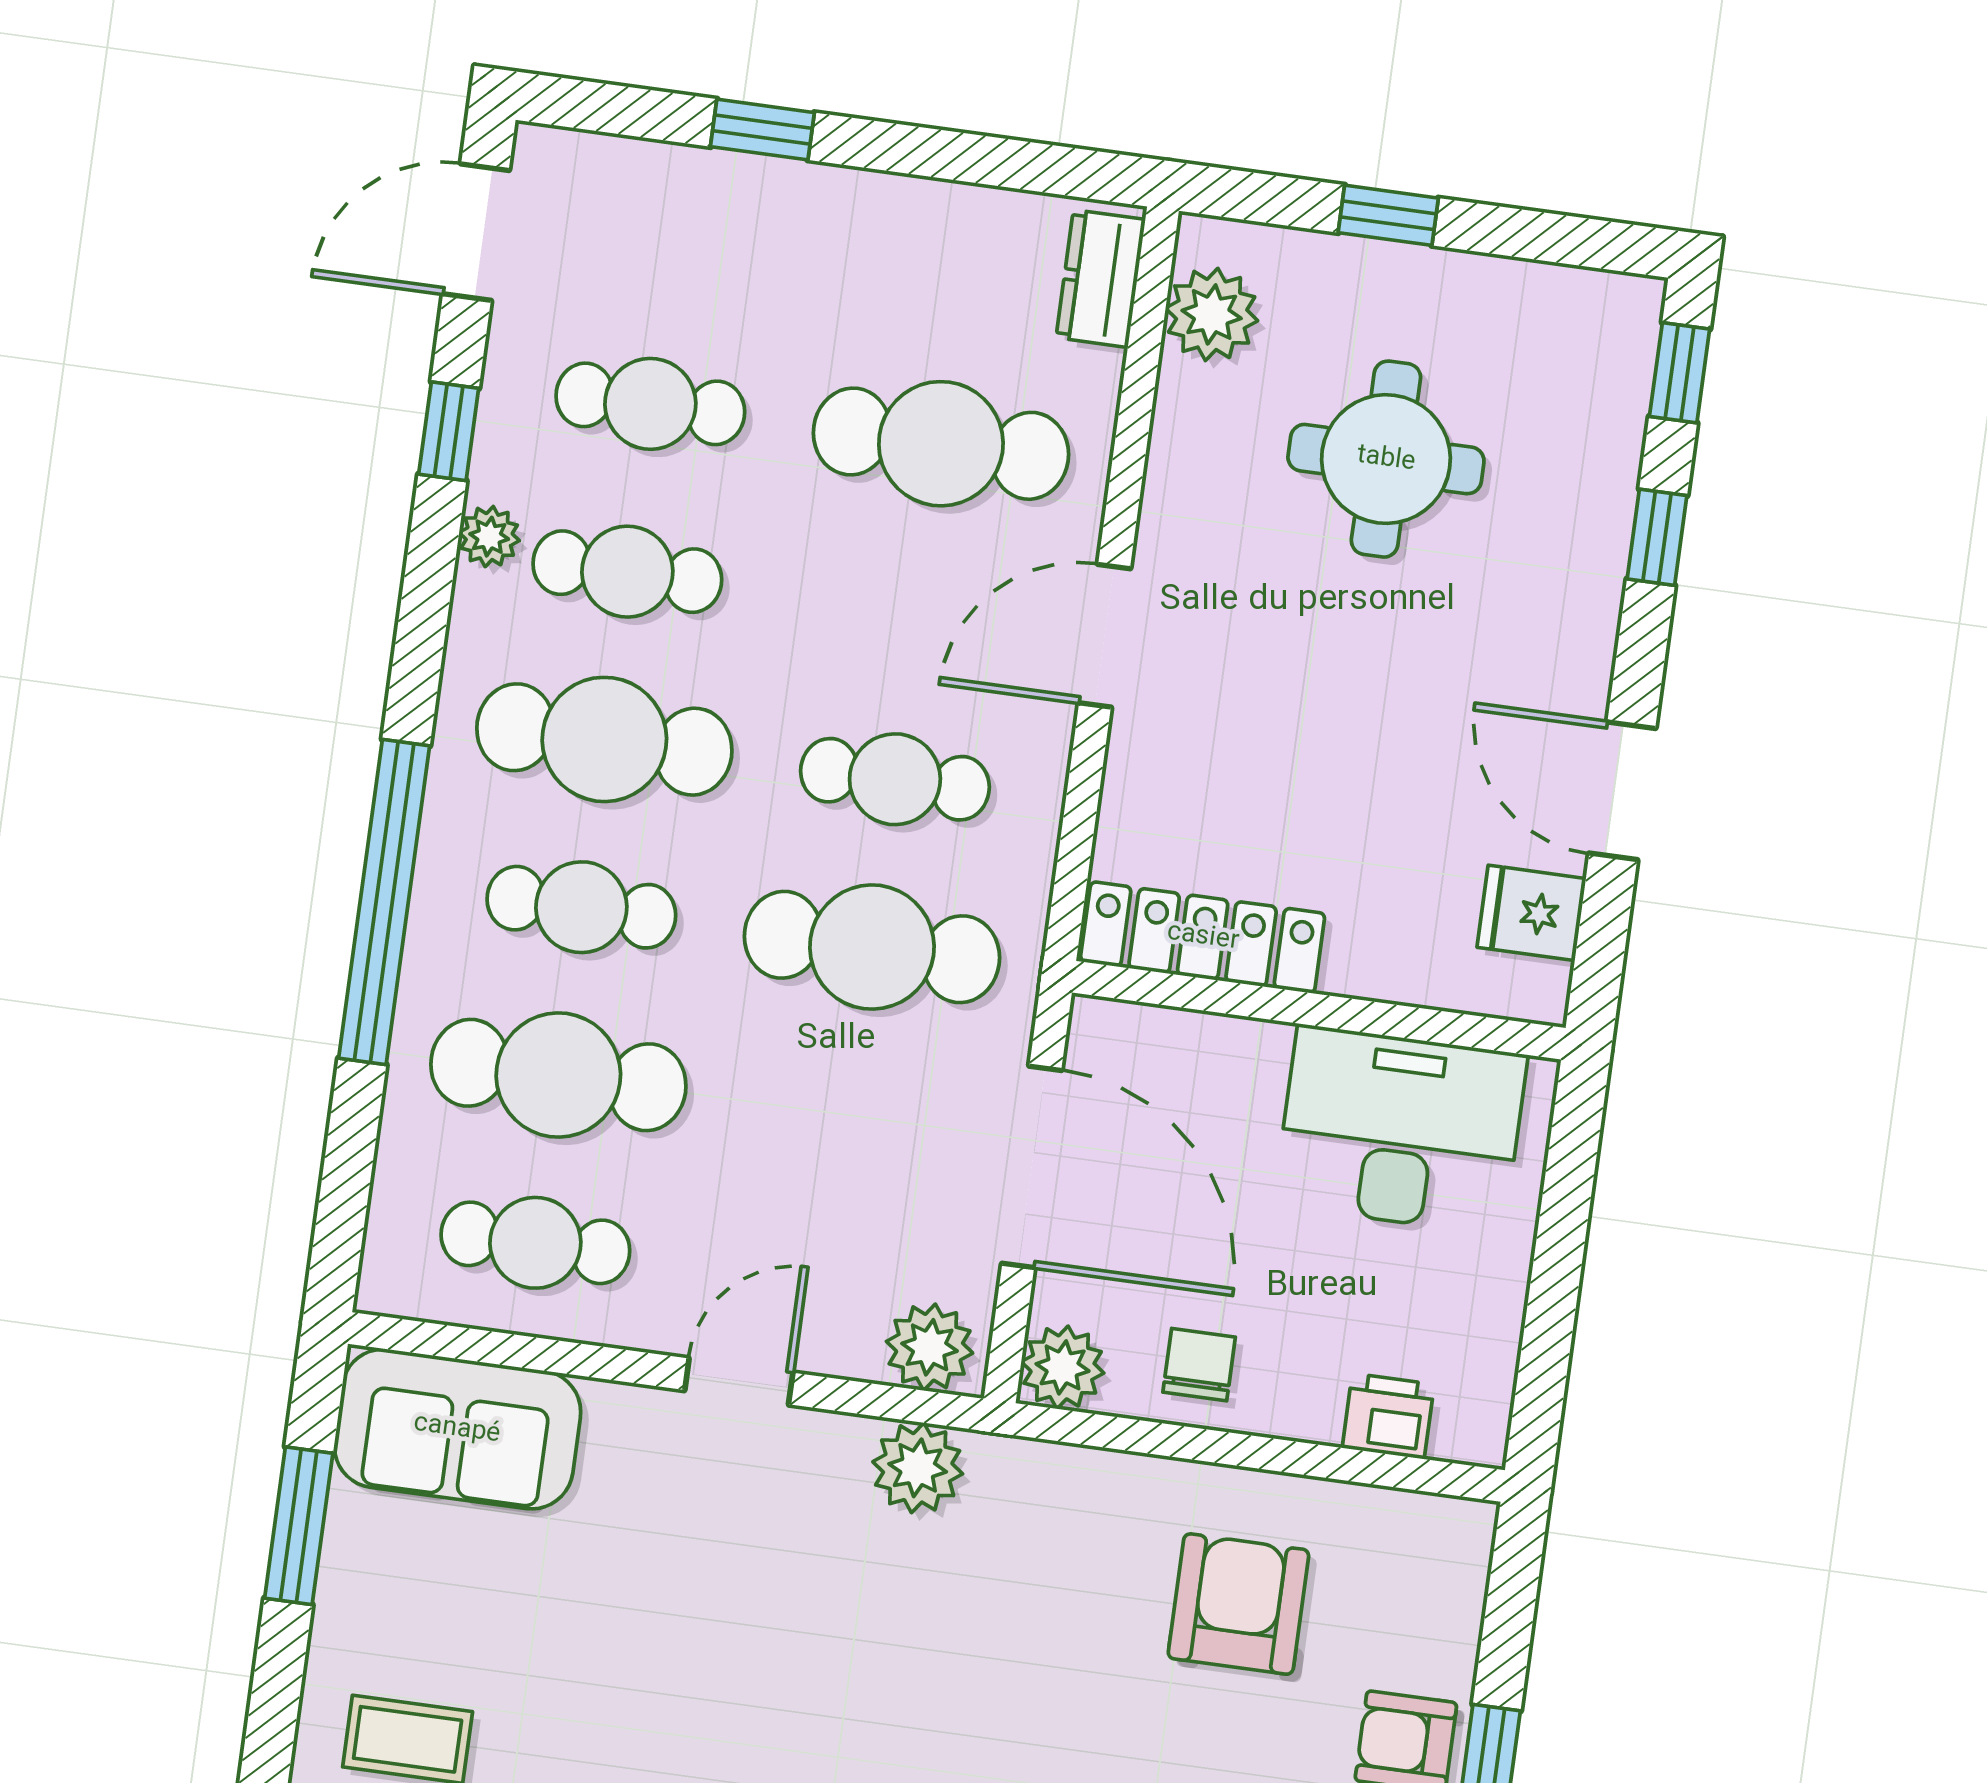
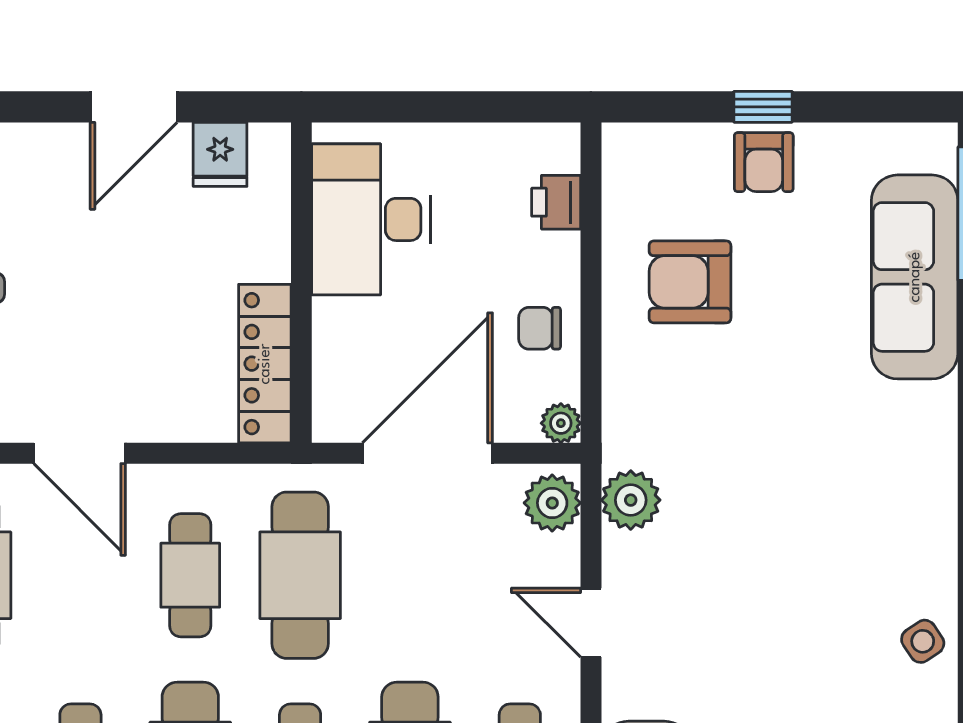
plant: (1063, 1367) -> (561, 423), width x0.73, depth x0.73

